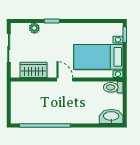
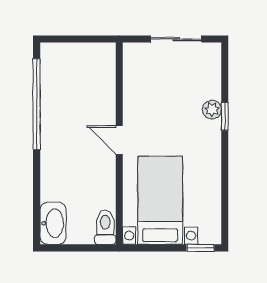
plant: (34, 28) -> (212, 110), moved
wardrobe: (33, 70) -> (137, 84), removed
door: (65, 80) -> (119, 140), swing flipped

